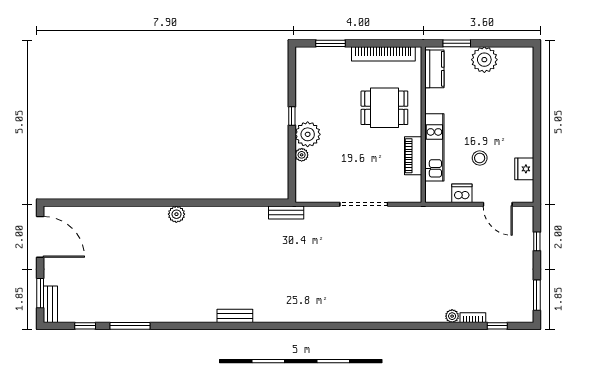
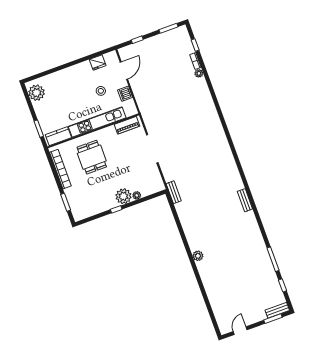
plant: (484, 60) -> (36, 93), moved
kitchen unit: (434, 147) -> (97, 122), width x1.36
piano: (413, 156) -> (127, 125), moved
door: (40, 237) -> (240, 331), width x0.53

